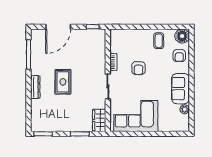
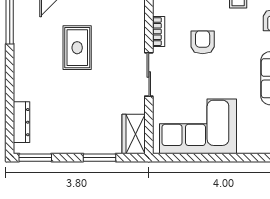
armchair: (138, 68) -> (203, 42), turned 180
rug: (63, 82) -> (77, 48), moved
dresser: (35, 87) -> (22, 122), moved

